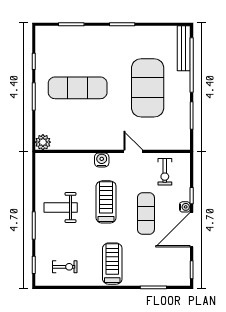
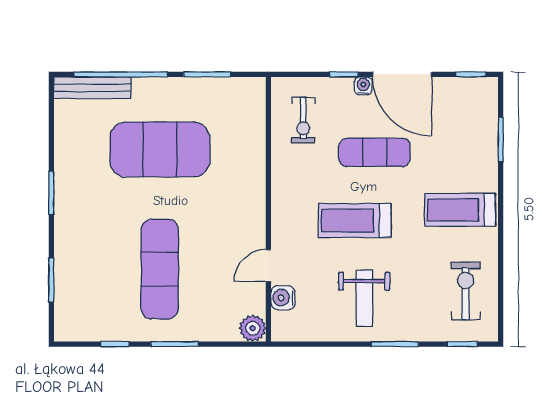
door: (133, 151) -> (268, 266), moved
water cooler: (102, 160) -> (283, 298), moved
exercise bike: (165, 172) -> (303, 120), turned 90
exercise bike: (65, 267) -> (466, 291), width x1.38, depth x1.39

